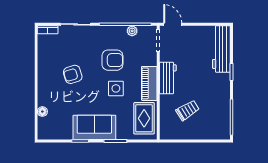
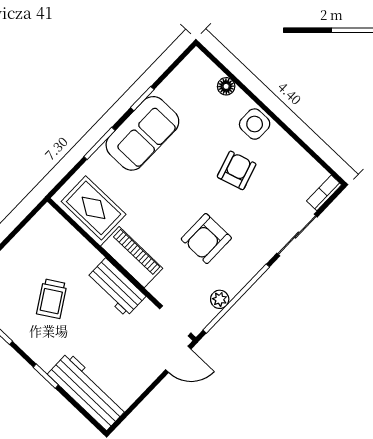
side table: (116, 88) -> (255, 124), moved
trolley: (188, 110) -> (52, 299), moved

